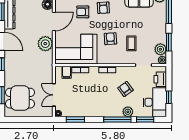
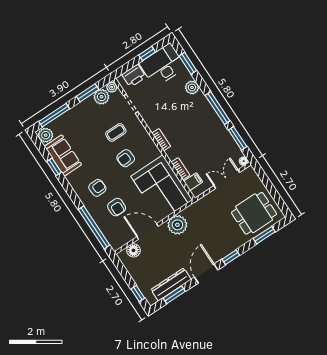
armchair: (125, 89) -> (169, 106), removed
double door: (54, 95) -> (227, 179), swing flipped
dining table: (20, 98) -> (254, 213), turned 90
window: (117, 119) -> (218, 108), moved

